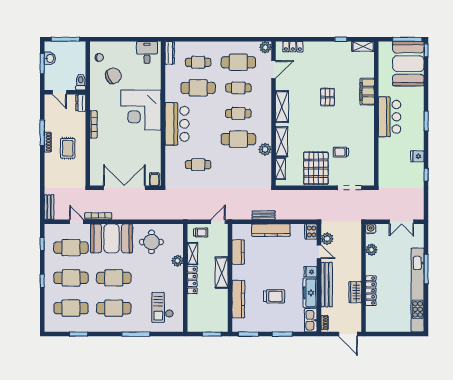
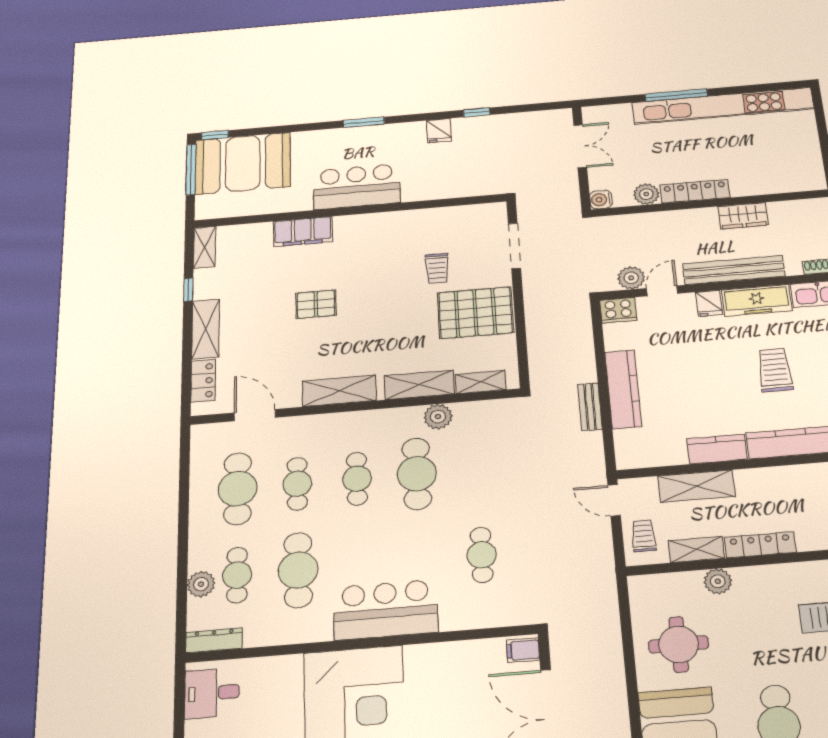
plant: (265, 47) -> (201, 584), moved
shelving: (319, 47) -> (206, 329), added
kitchen counter: (238, 252) -> (717, 449), moved
shelving: (221, 273) -> (696, 486), moved
locker: (371, 291) -> (695, 191), moved

